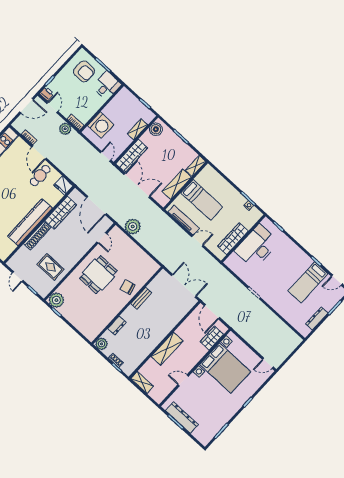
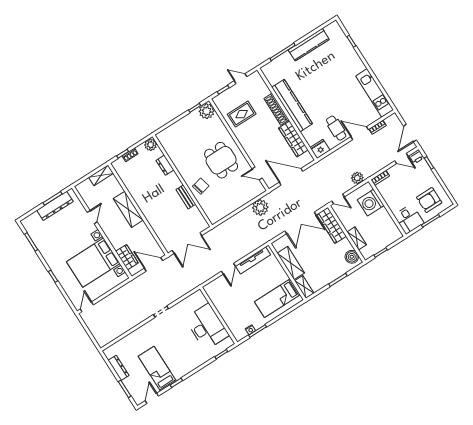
plant: (65, 129) -> (357, 178), moved
bed: (202, 200) -> (277, 298), moved
wardrobe: (233, 239) -> (221, 305), removed

